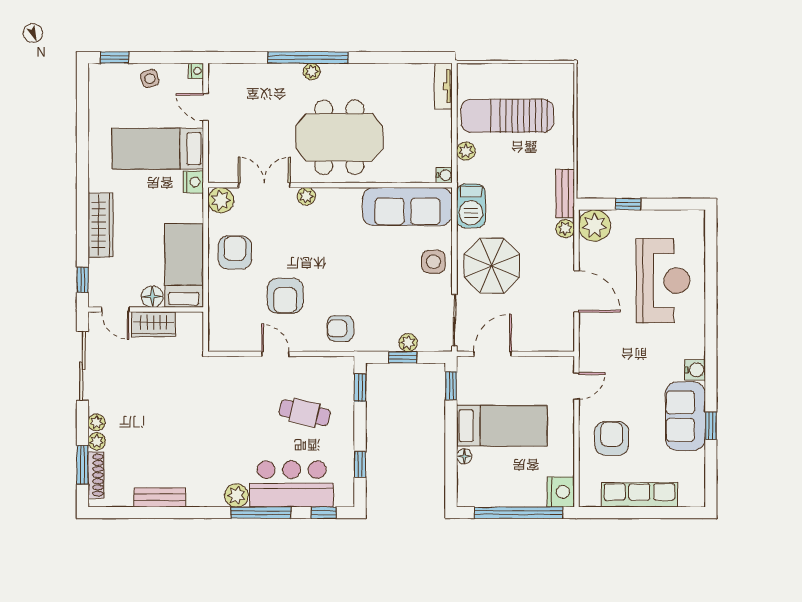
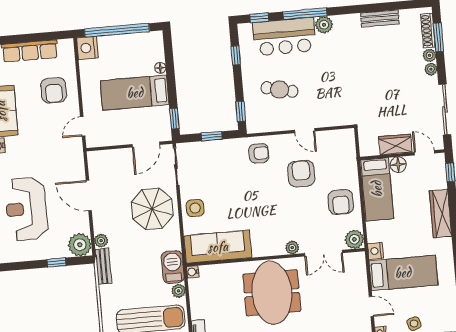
meeting table: (339, 137) -> (272, 293), turned 90
barbecue: (471, 206) -> (173, 267), moved
plant: (408, 343) -> (208, 147), removed

